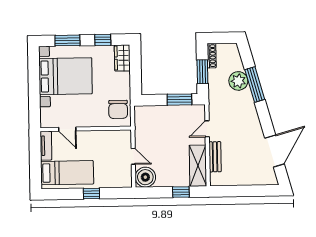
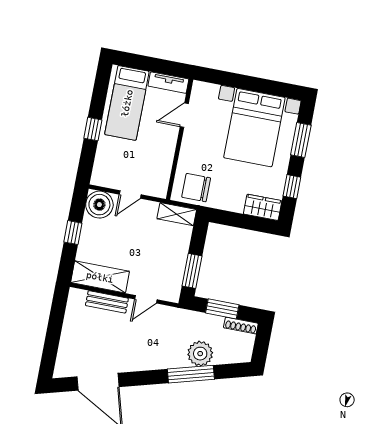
shelving: (140, 119) -> (177, 214), added
door: (207, 129) -> (146, 299), swing flipped
window: (181, 192) -> (73, 233), moved

